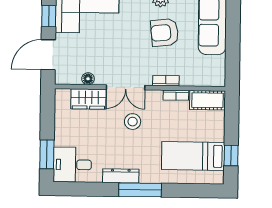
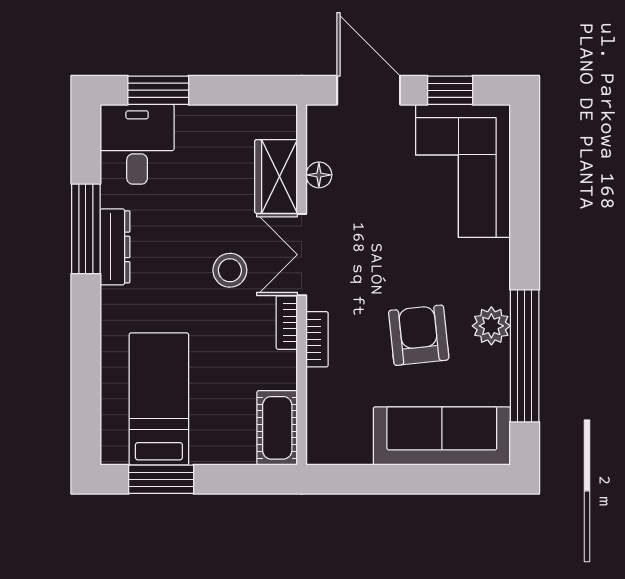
bookcase: (176, 95) -> (287, 323), moved
window: (231, 155) -> (161, 479), width x1.50
window: (140, 190) -> (86, 229), moved

